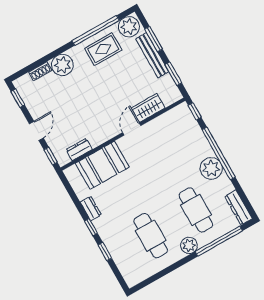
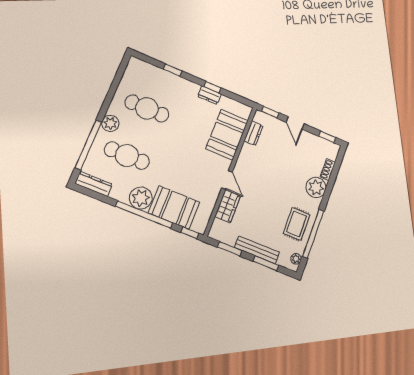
plant: (129, 27) -> (296, 259), width x0.53, depth x0.53
booth: (191, 141) -> (174, 207), added
window: (91, 227) -> (212, 87), moved

